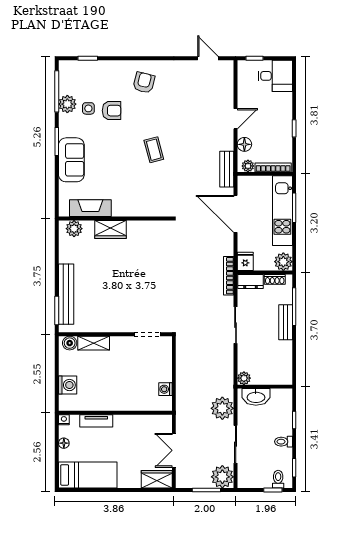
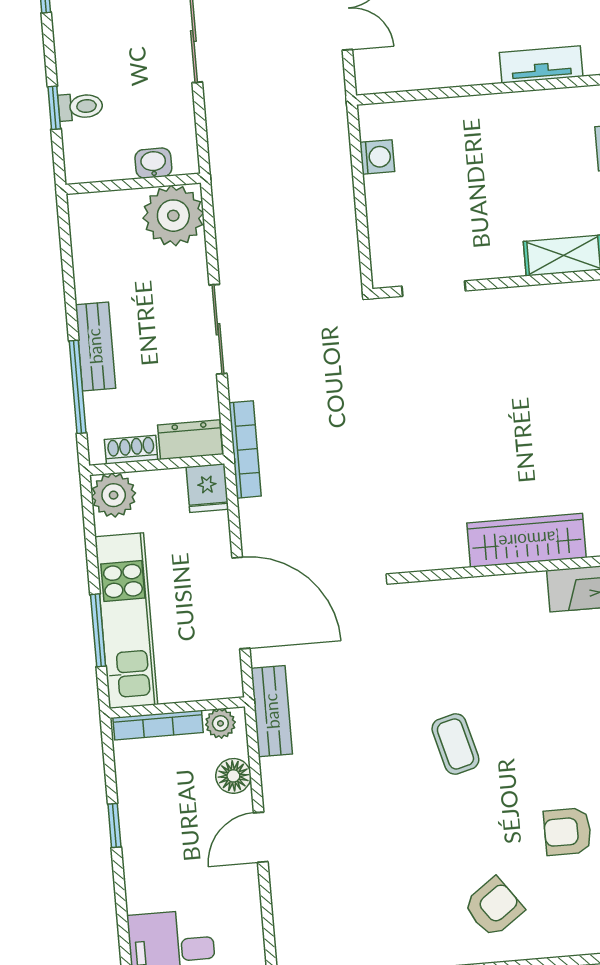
armchair: (144, 83) -> (494, 907), turned -140
wardrobe: (110, 229) -> (527, 540), width x1.50
plant: (244, 378) -> (173, 216), width x1.88, depth x1.88
washbasin: (256, 397) -> (153, 163), width x0.52, depth x0.69
plant: (222, 408) -> (233, 122), removed
toilet: (283, 442) -> (80, 107), moved

